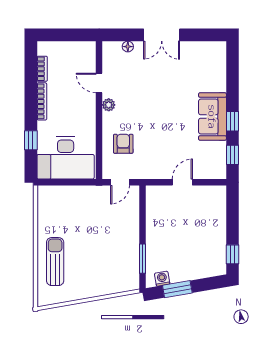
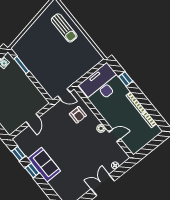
door: (120, 182) -> (64, 94), swing flipped

